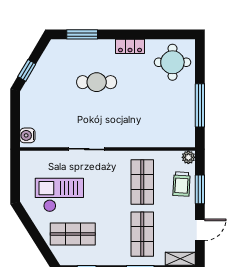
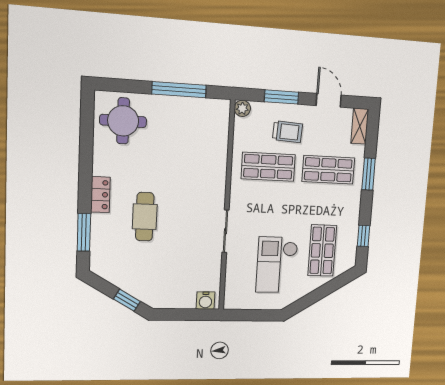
locker: (130, 46) -> (100, 195), moved
trolley: (181, 184) -> (287, 132), moved

